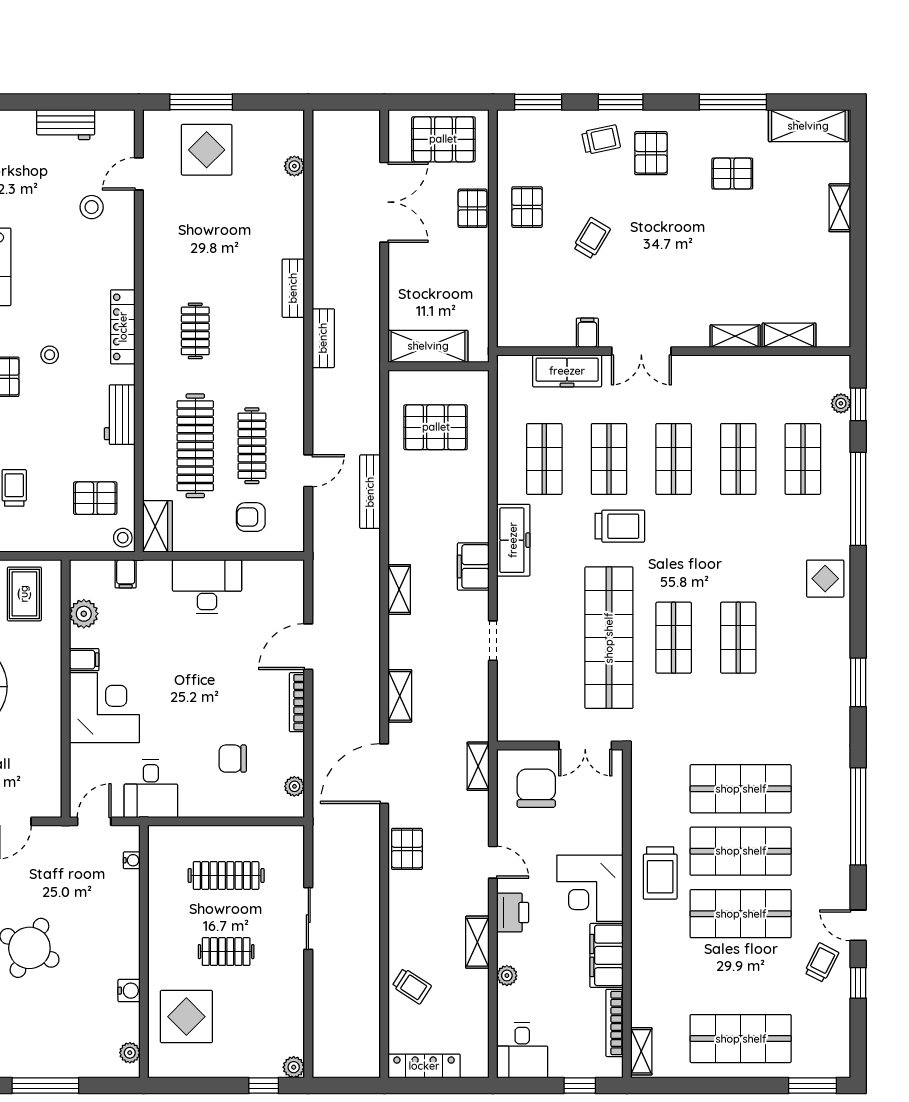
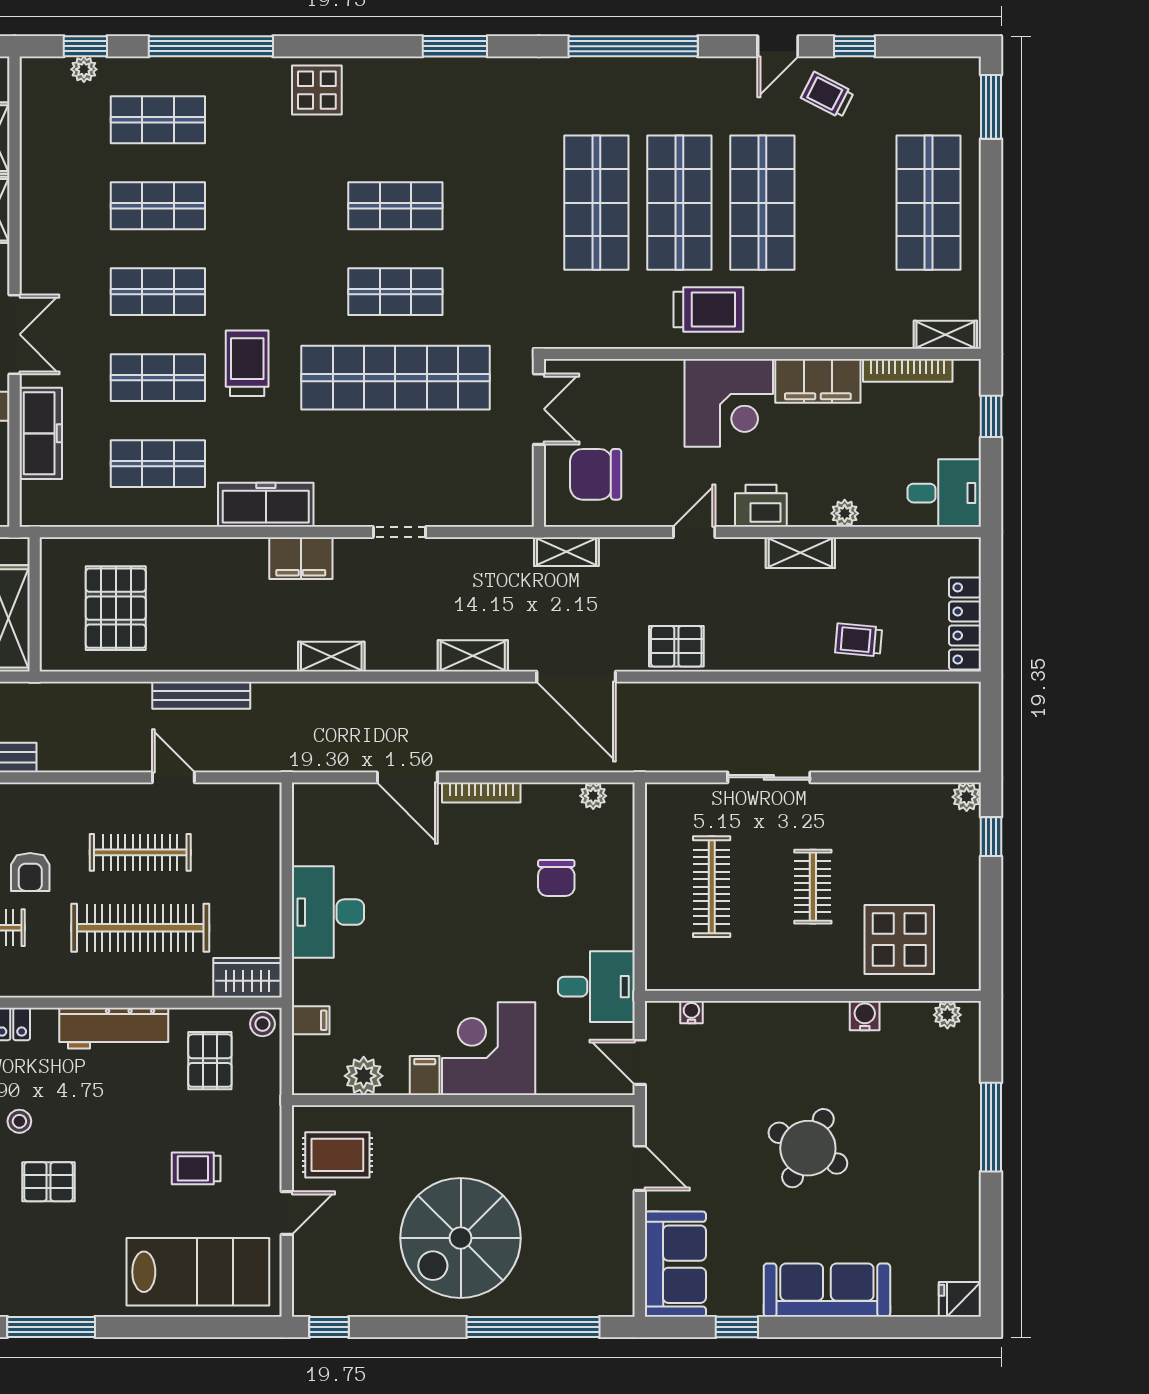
workbench: (120, 415) -> (114, 1028), width x1.38
armchair: (251, 517) -> (30, 872), moved
trolley: (412, 986) -> (859, 640), turned -118

